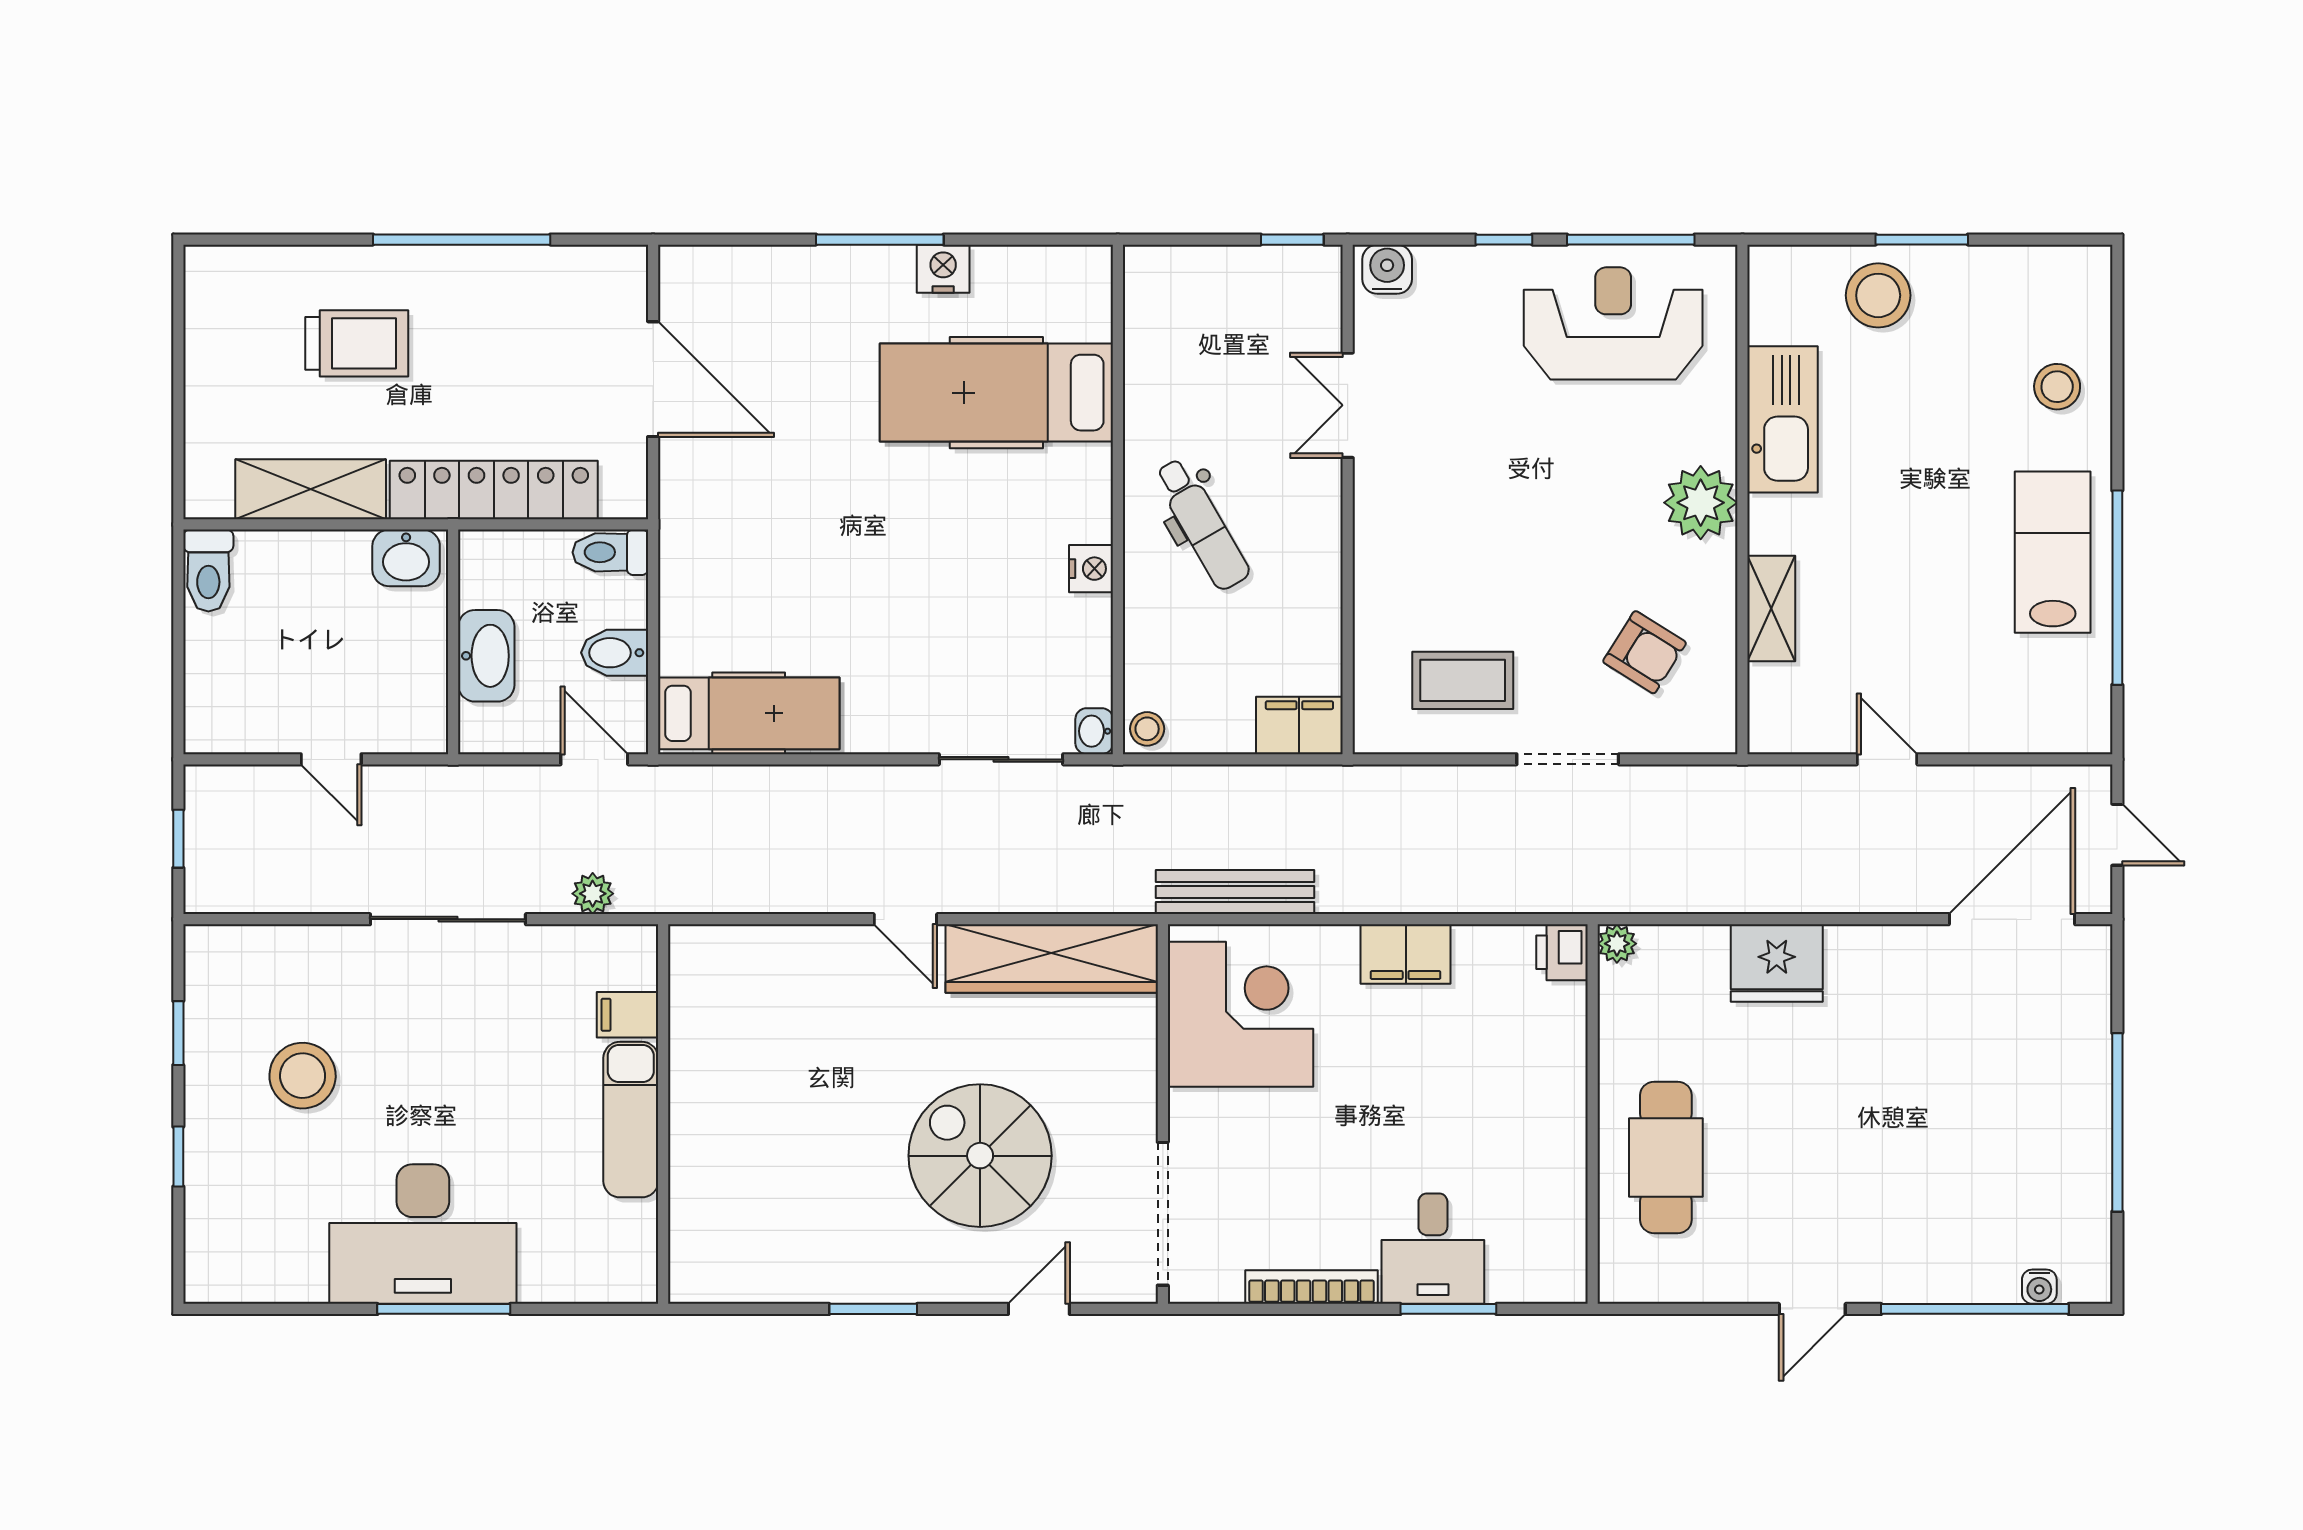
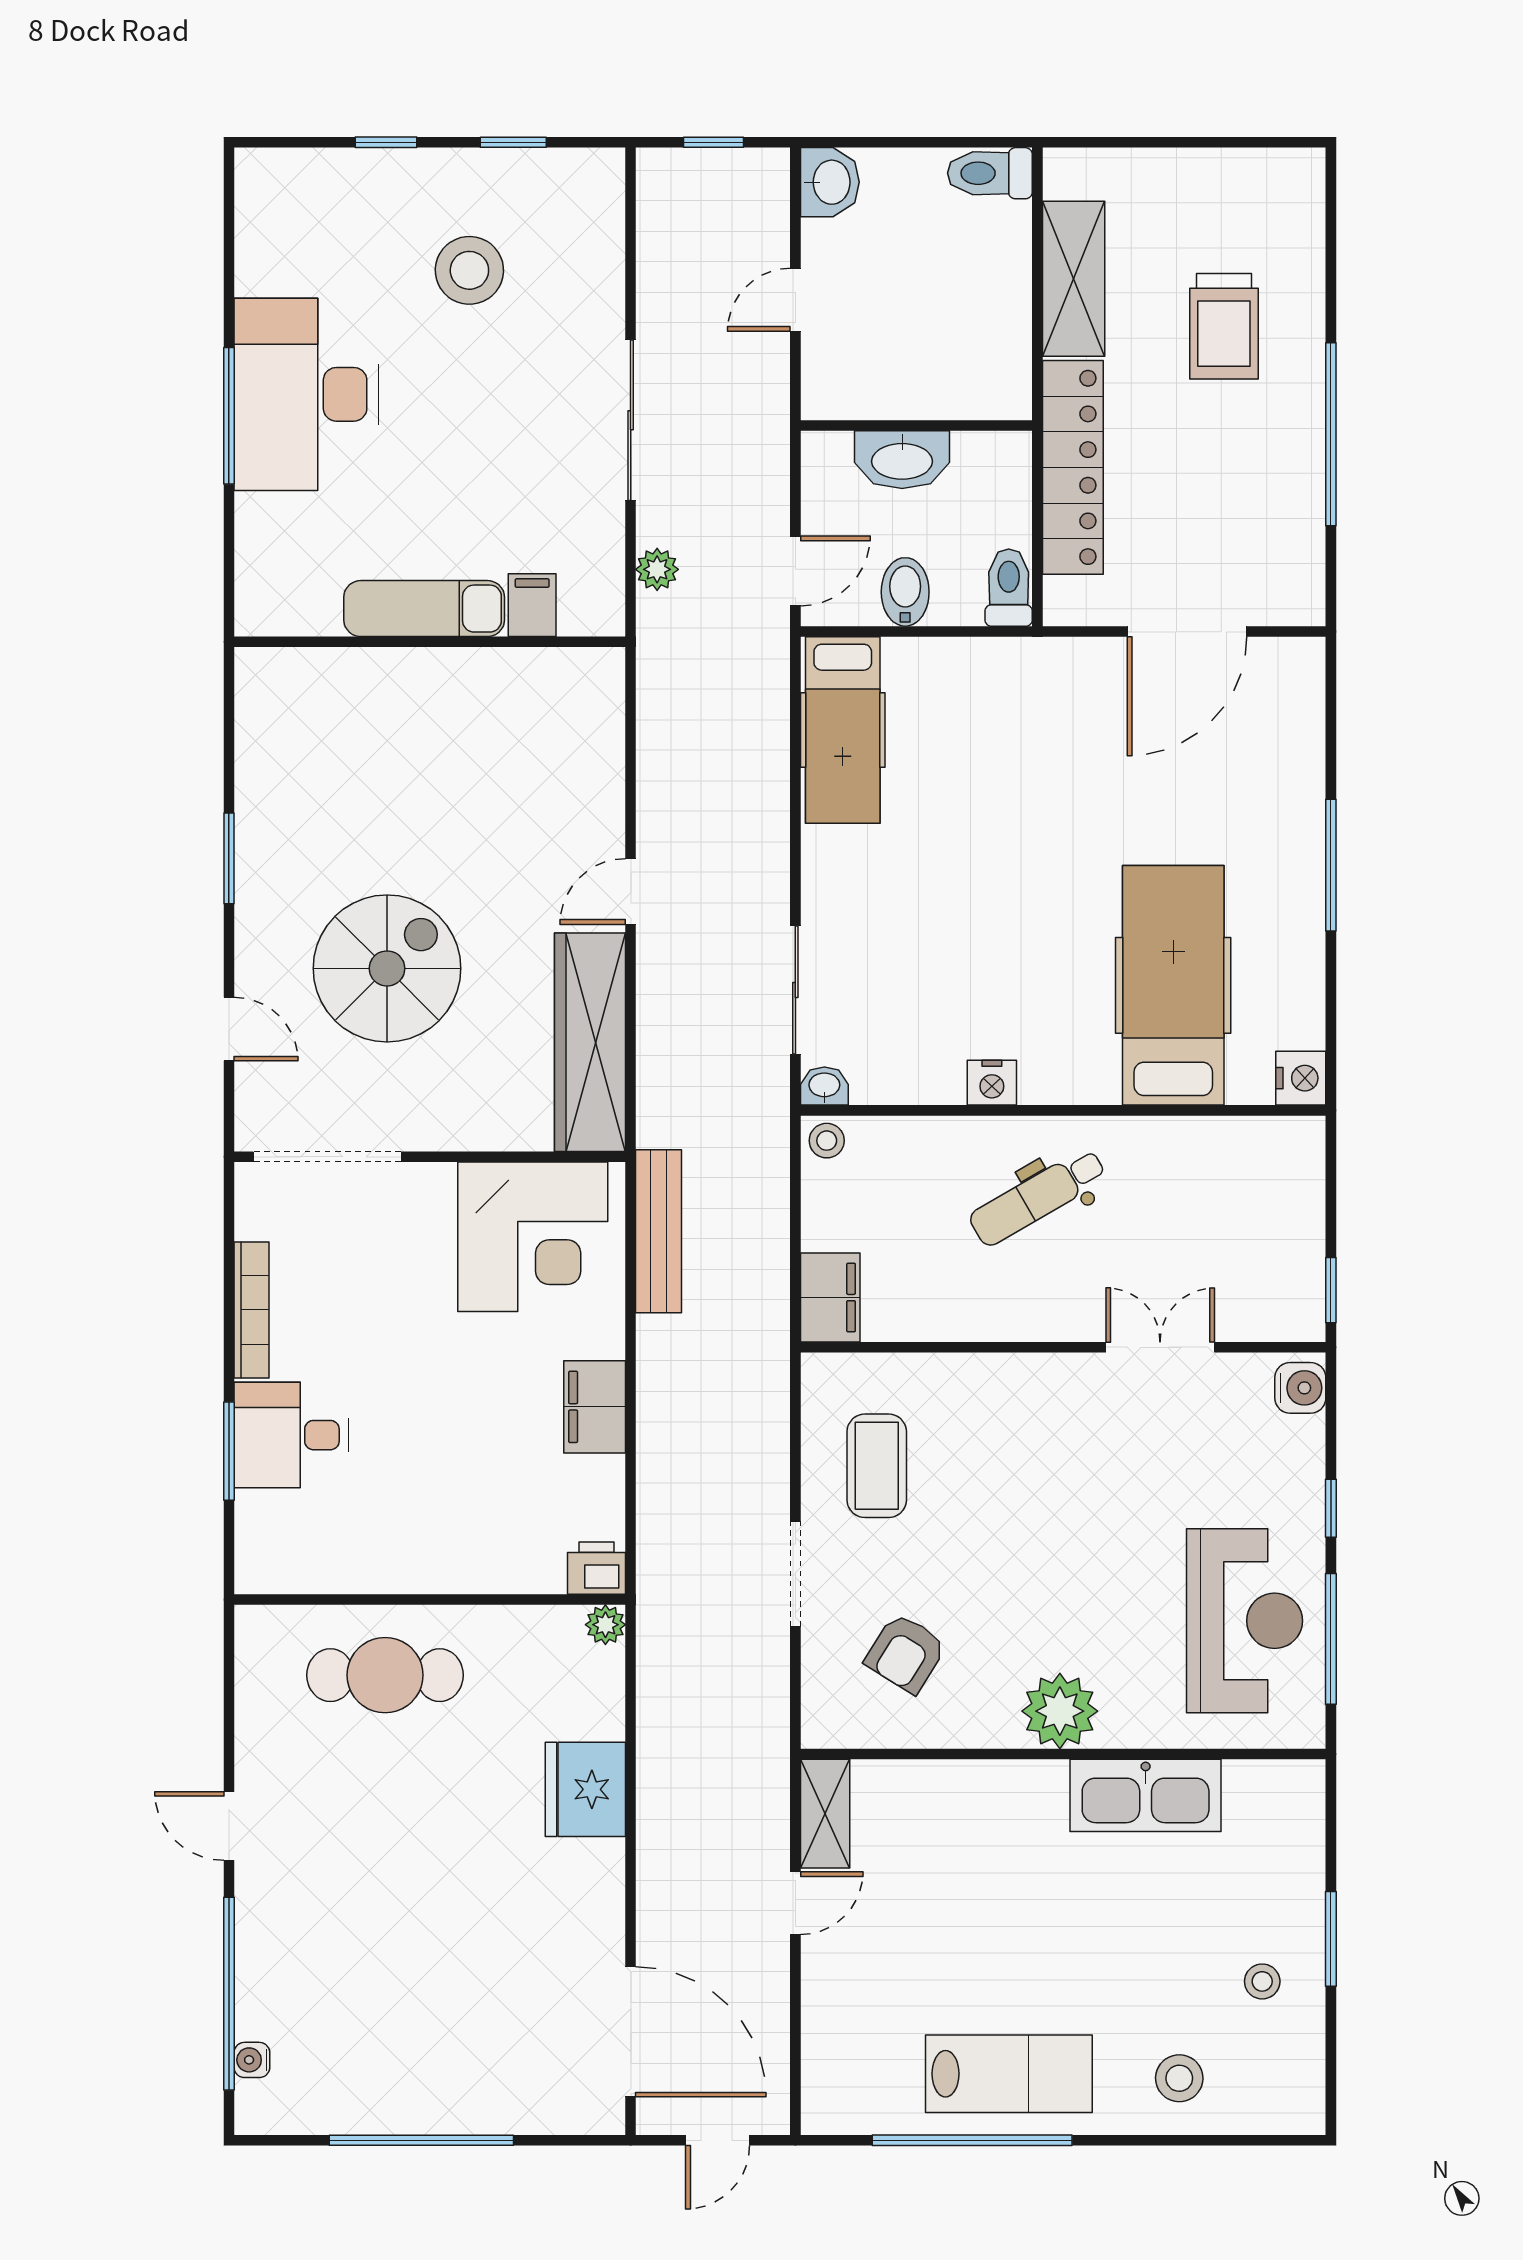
nightstand: (943, 269) -> (1301, 1078), moved
stool: (1878, 295) -> (1262, 1981), moved, width x0.53, depth x0.53
washbasin: (406, 558) -> (830, 182), moved, turned 180
shelving: (1771, 608) -> (825, 1814), moved, turned 90

